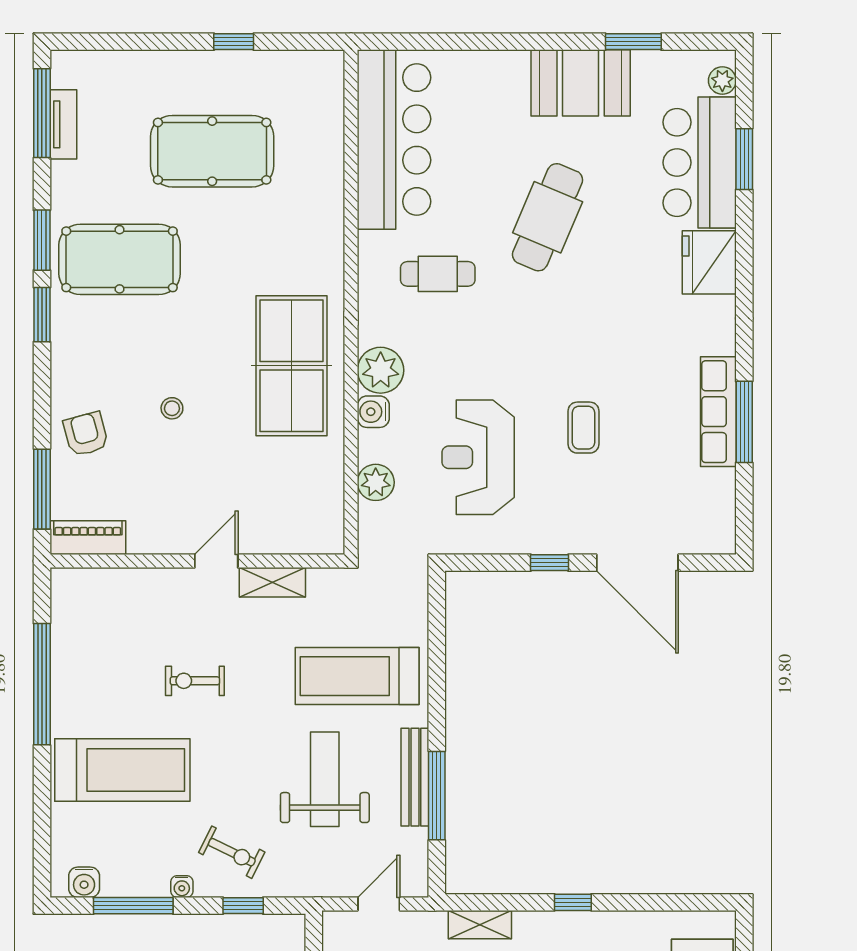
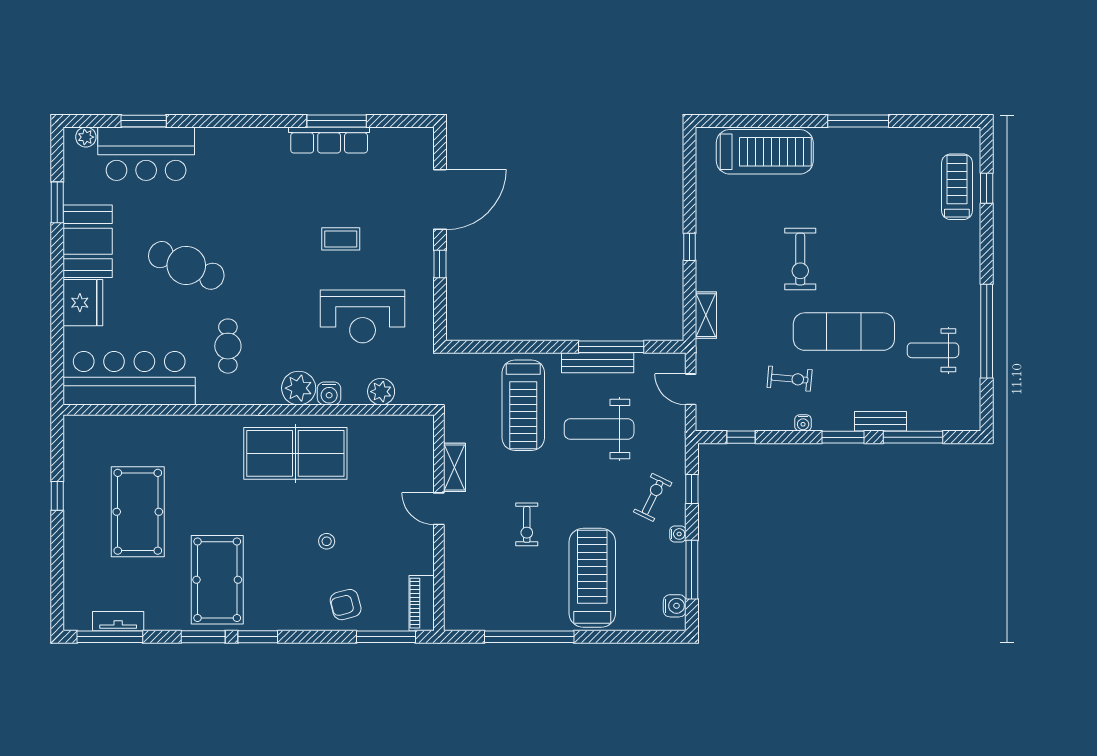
fridge: (709, 262) -> (83, 303), moved, turned -90

